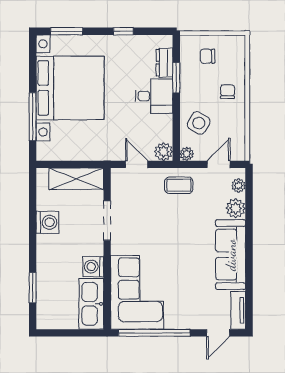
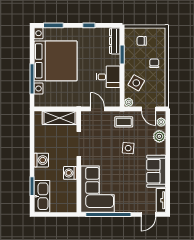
dresser: (165, 63) -> (115, 41), width x1.44
desk: (154, 96) -> (108, 77), moved
plant: (164, 152) -> (114, 101), removed
door: (219, 164) -> (149, 109), swing flipped
washing machine: (47, 222) -> (41, 160), moved
side table: (186, 227) -> (128, 148), added
sofa: (231, 255) -> (156, 171), width x0.73
kitchen sink: (91, 304) -> (42, 196), moved, turned 180

